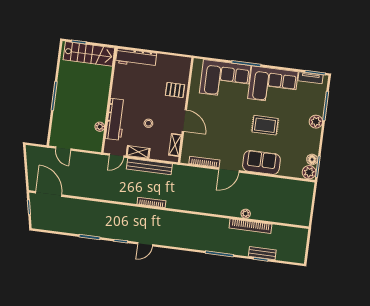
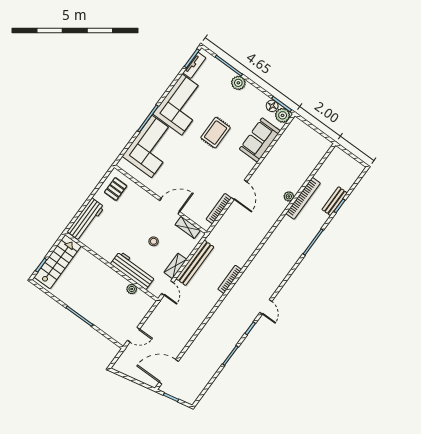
pallet: (175, 90) -> (116, 189), moved
sofa: (261, 162) -> (260, 140), moved

